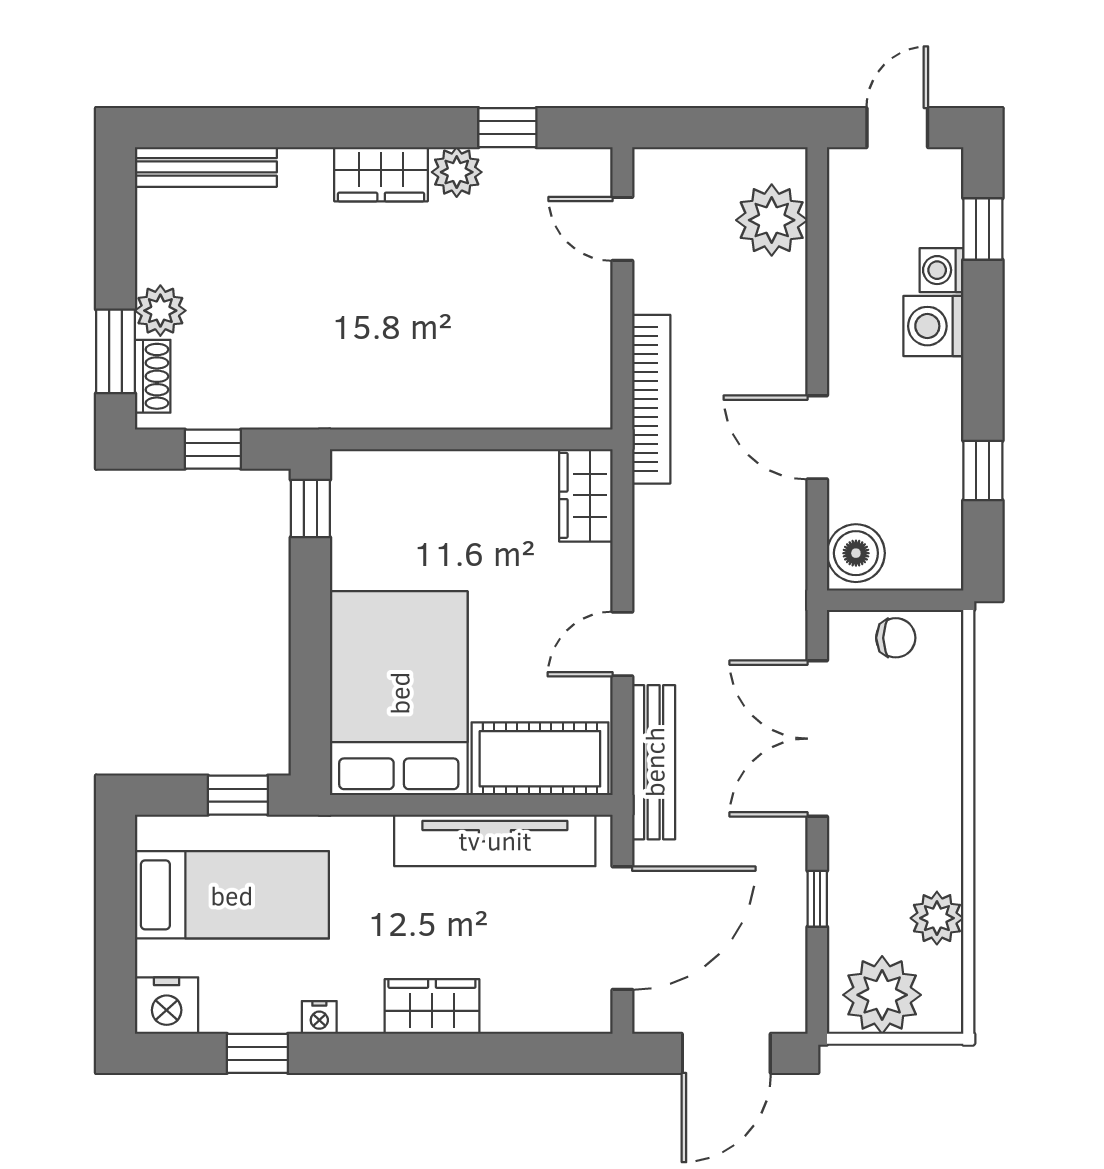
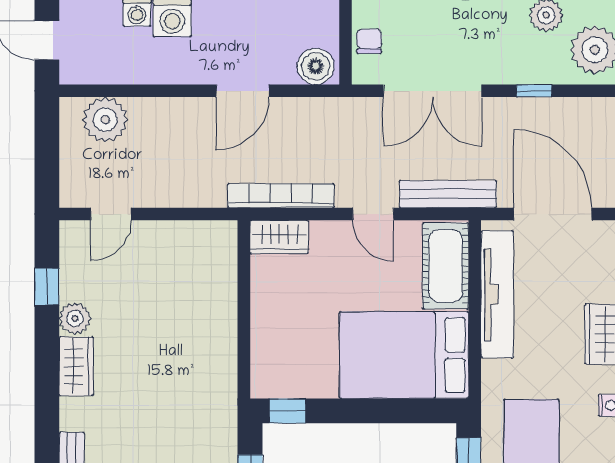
bookcase: (651, 399) -> (281, 196), moved

